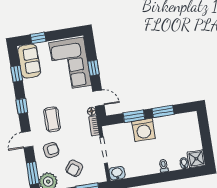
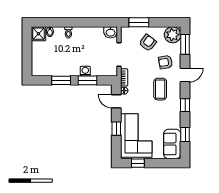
window: (38, 38) -> (138, 163), moved
washing machine: (144, 130) -> (85, 71), width x0.53, depth x0.53

